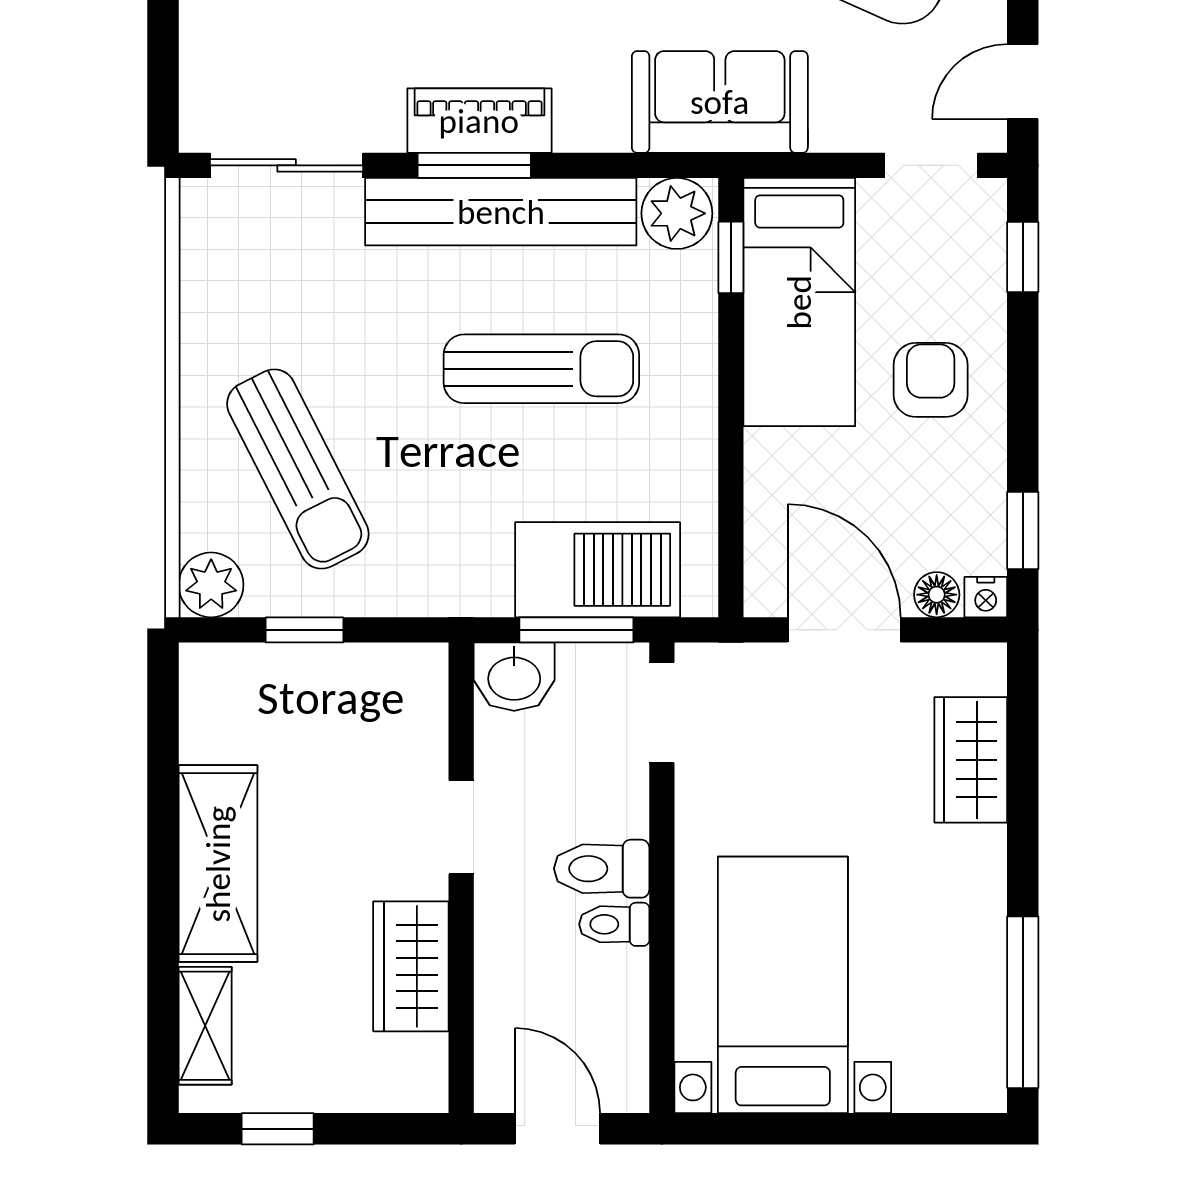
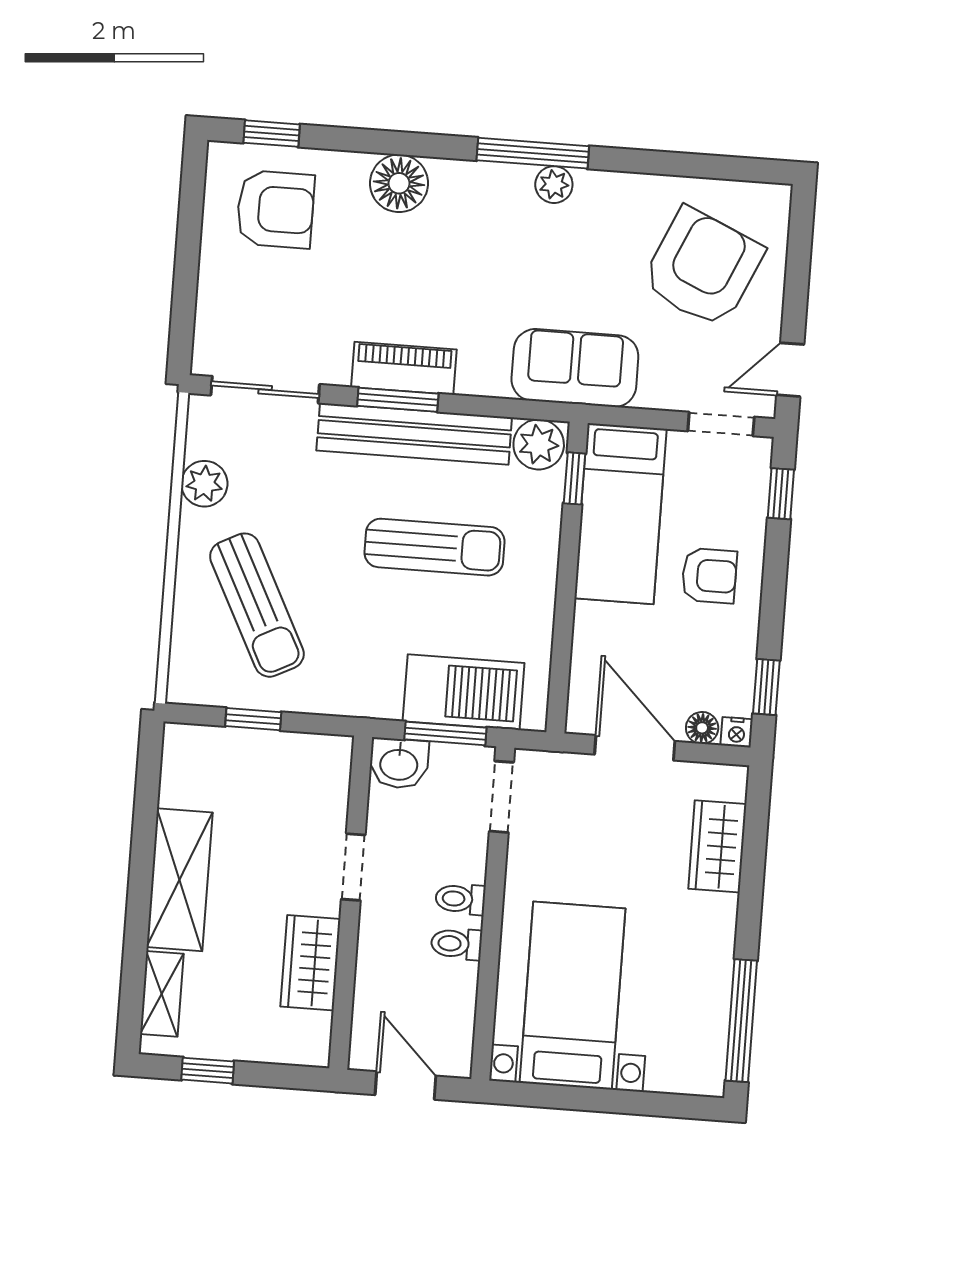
armchair: (931, 380) -> (709, 576), turned 90
plant: (211, 585) -> (204, 484), moved
toilet: (602, 869) -> (460, 899), width x0.73, depth x0.72

